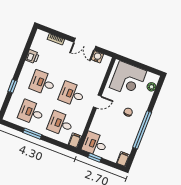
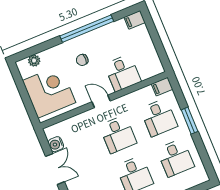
window: (32, 134) -> (190, 121), moved
desk: (95, 144) -> (123, 73), moved
window: (95, 158) -> (160, 50), removed

